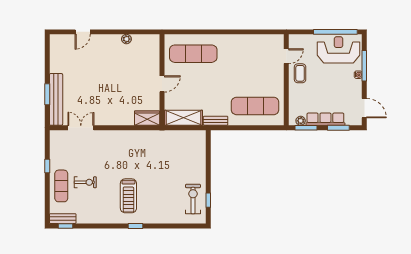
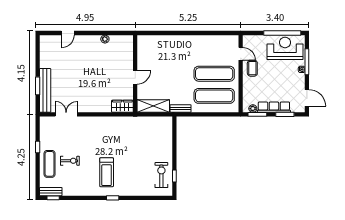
exercise mat: (193, 54) -> (214, 74), moved
door: (286, 56) -> (241, 54), hinge flipped

